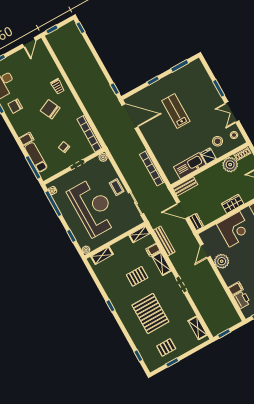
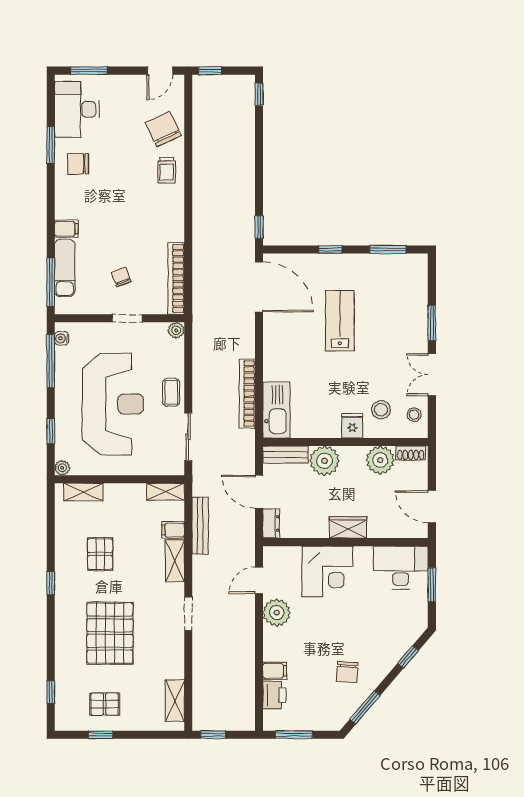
chair: (50, 109) -> (163, 129), moved
kitchen sink: (190, 166) -> (276, 410), moved, turned 90
plant: (205, 179) -> (325, 461), added
pallet: (137, 276) -> (100, 554), moved, turned 90

